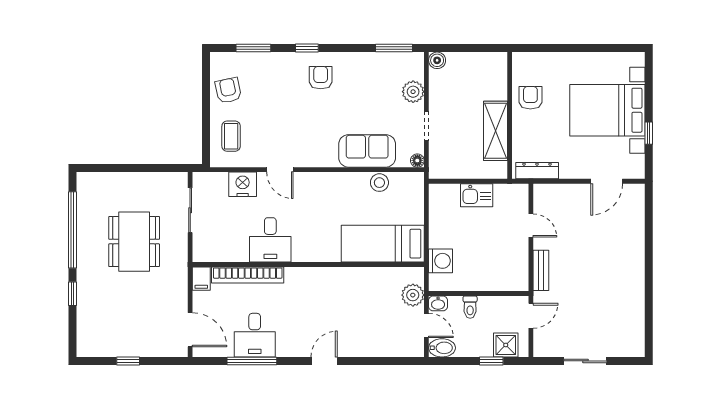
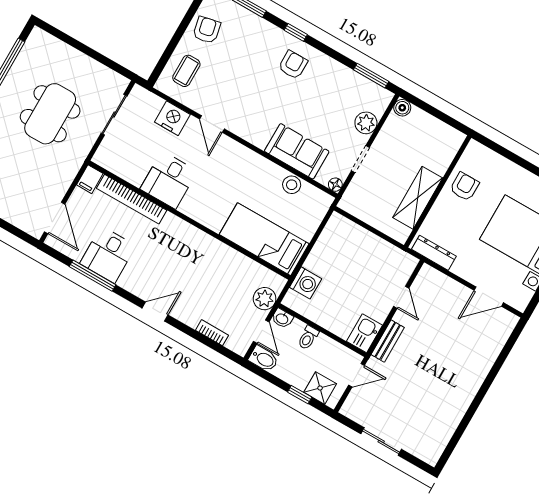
kitchen sink: (477, 195) -> (365, 333), moved, turned 90
bookcase: (384, 351) -> (212, 333), added

